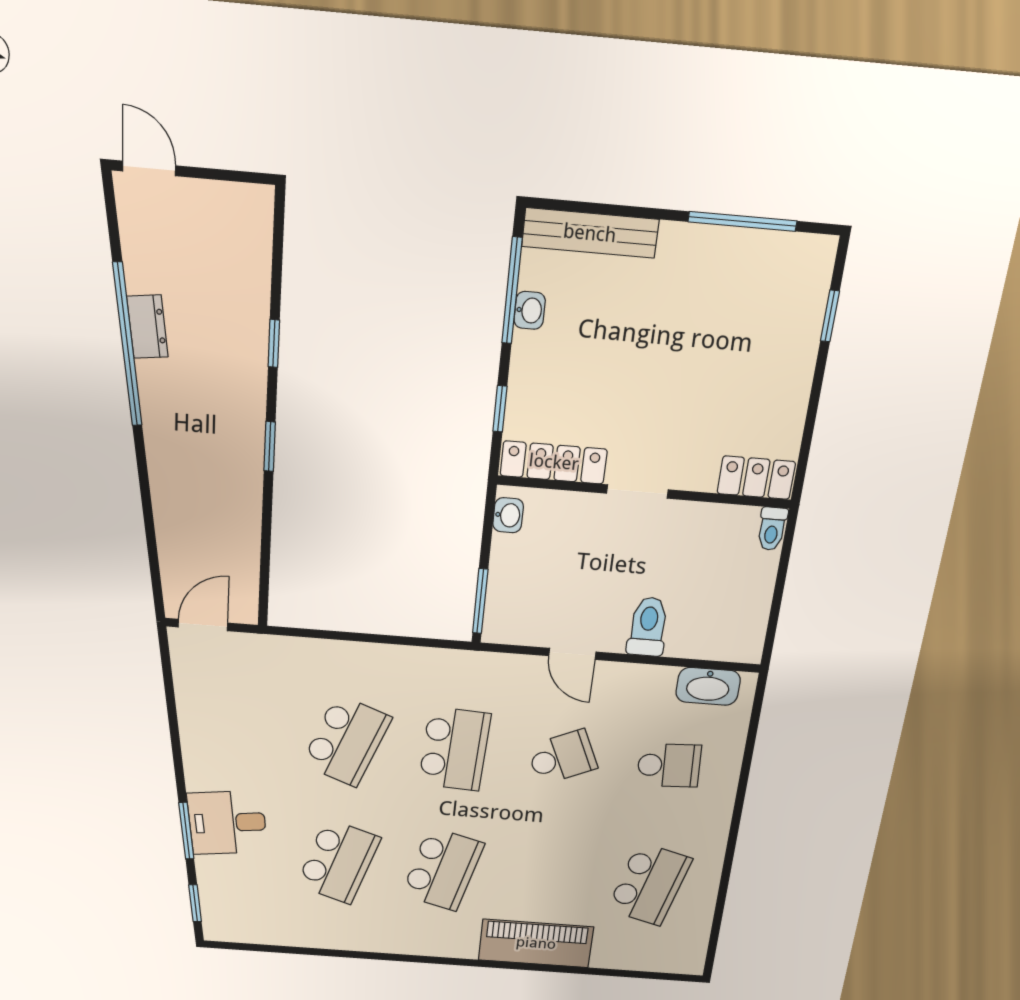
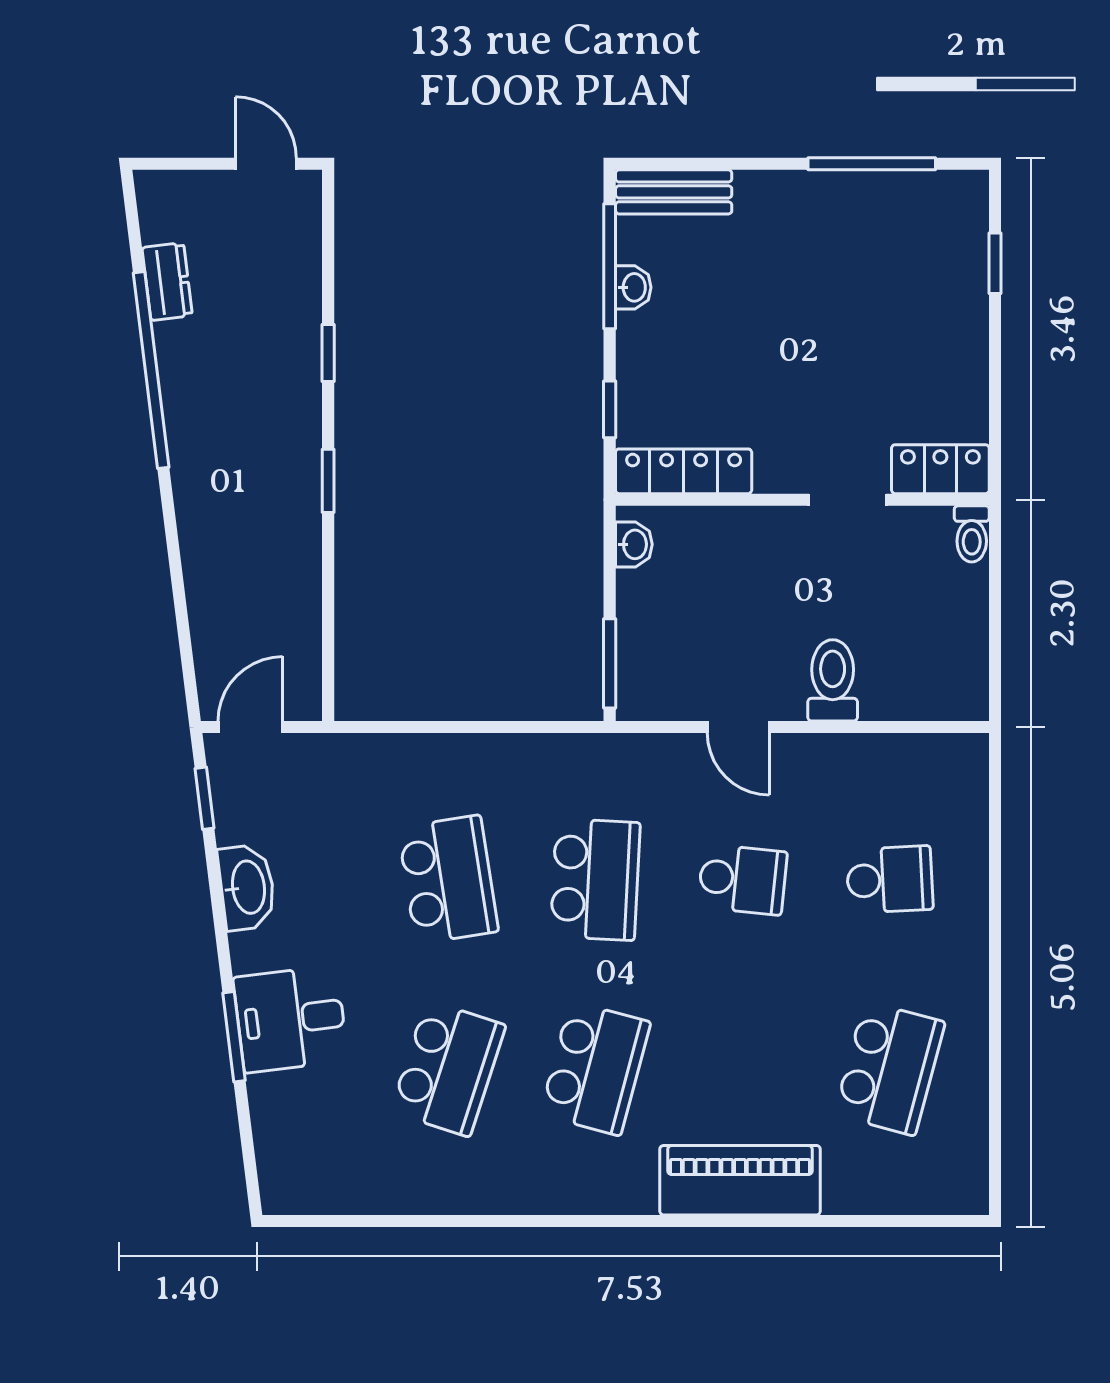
door: (149, 168) -> (266, 164), moved
bench: (590, 233) -> (674, 192), width x0.73
dresser: (147, 327) -> (167, 282), moved
doorway: (637, 492) -> (848, 500), moved
washbasin: (708, 686) -> (247, 887), moved, turned -97
school desk: (346, 741) -> (448, 880), turned -30
school desk: (562, 757) -> (742, 880), turned 30
window: (195, 903) -> (204, 798), moved

